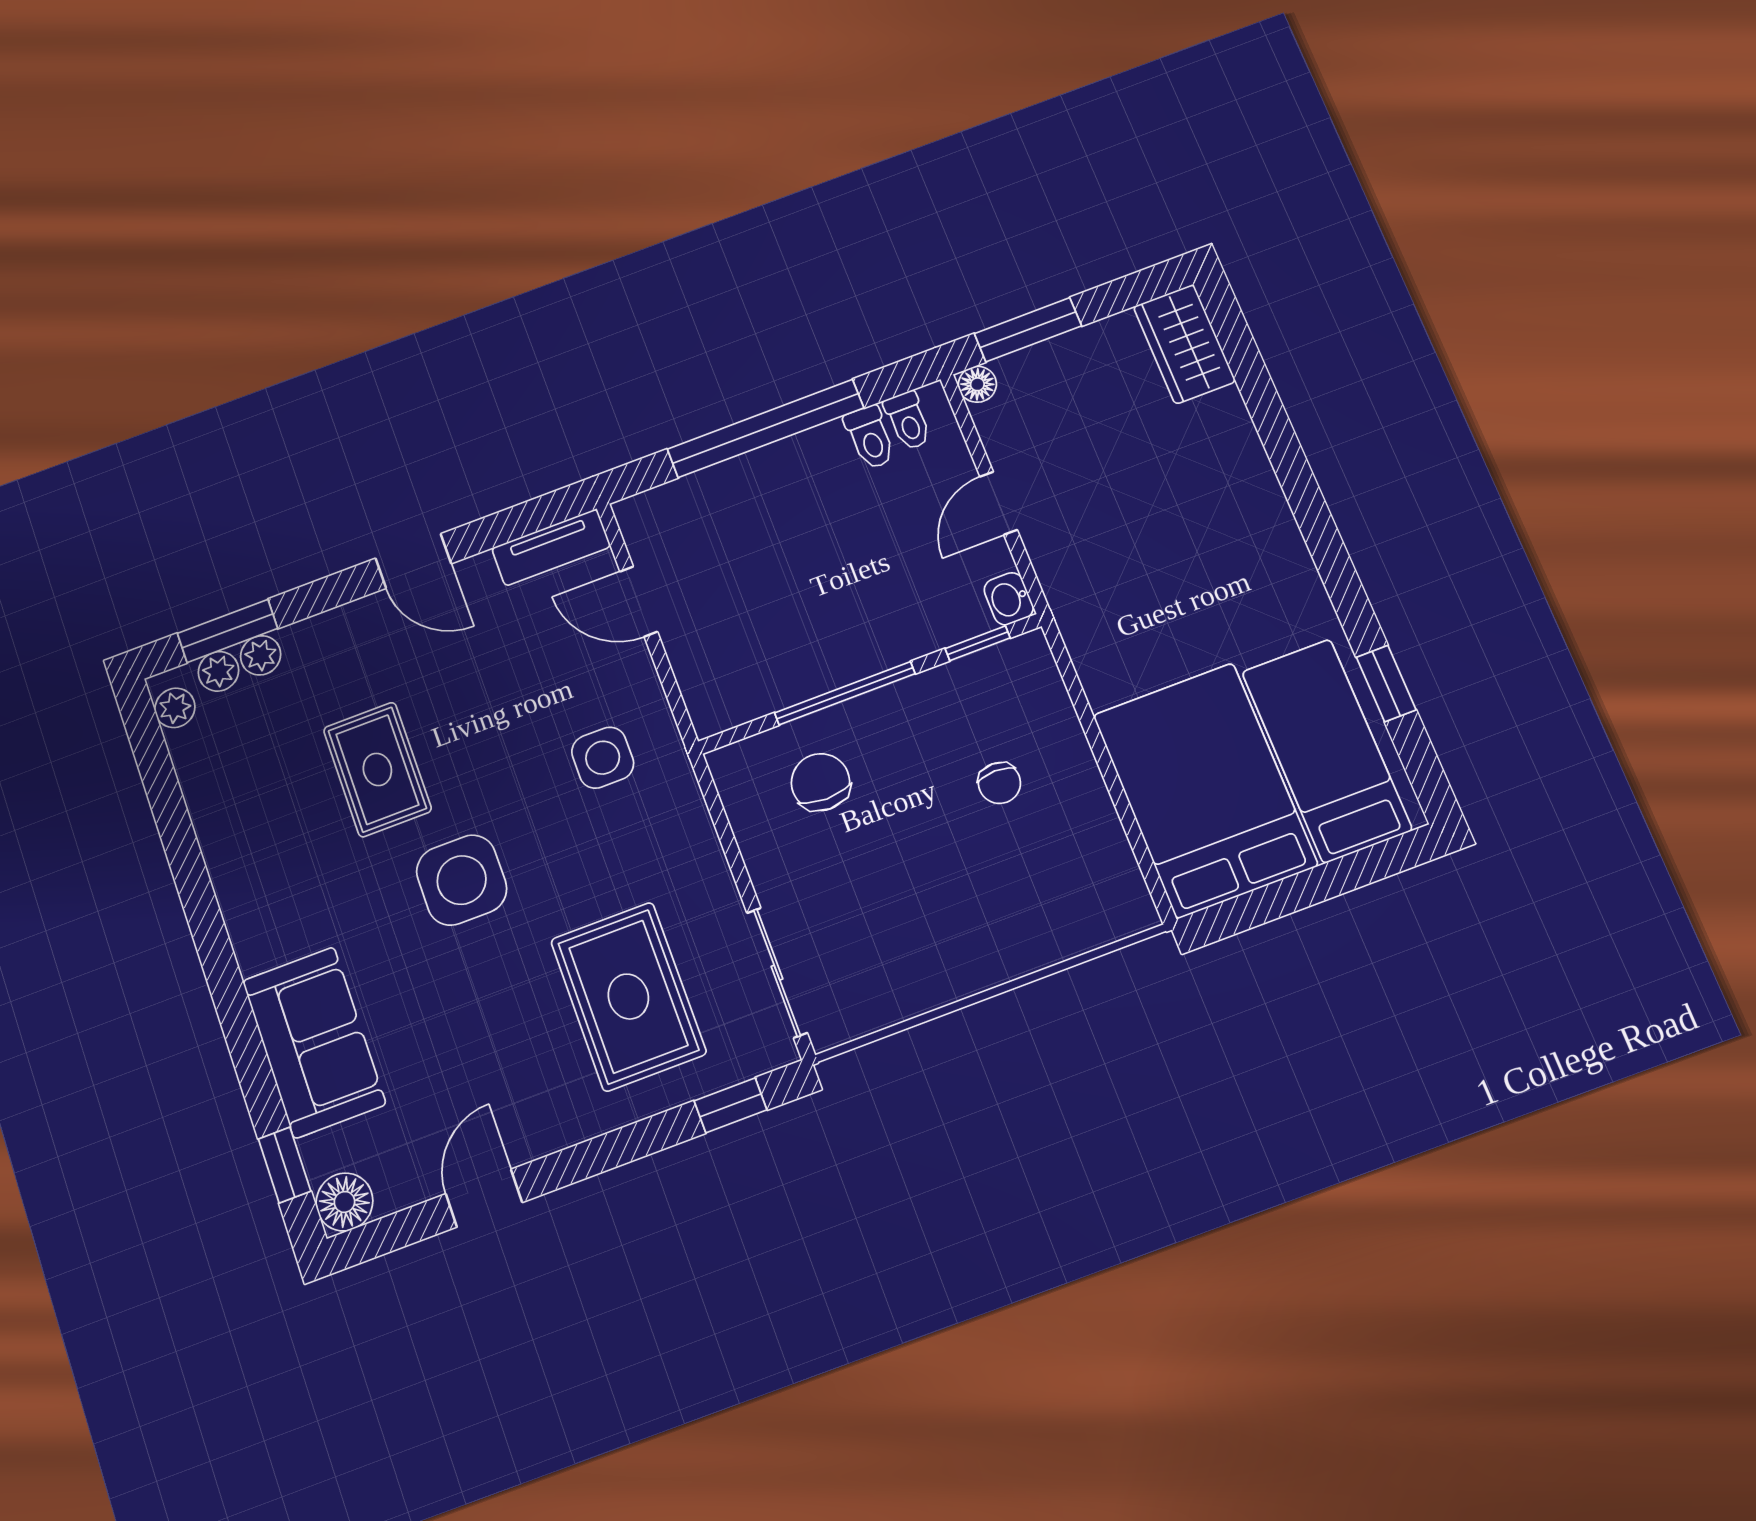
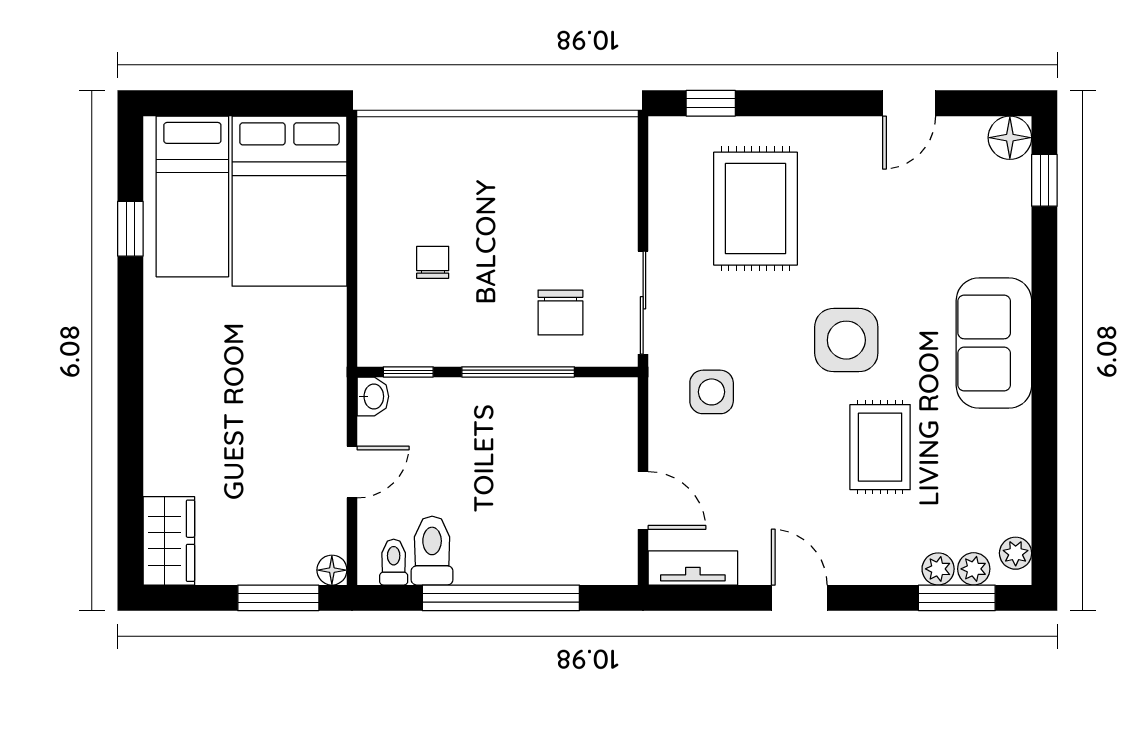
toilet: (870, 437) -> (432, 551), width x1.37, depth x1.39
sliding door: (777, 973) -> (643, 303), moved
sofa: (314, 1042) -> (994, 343), moved

